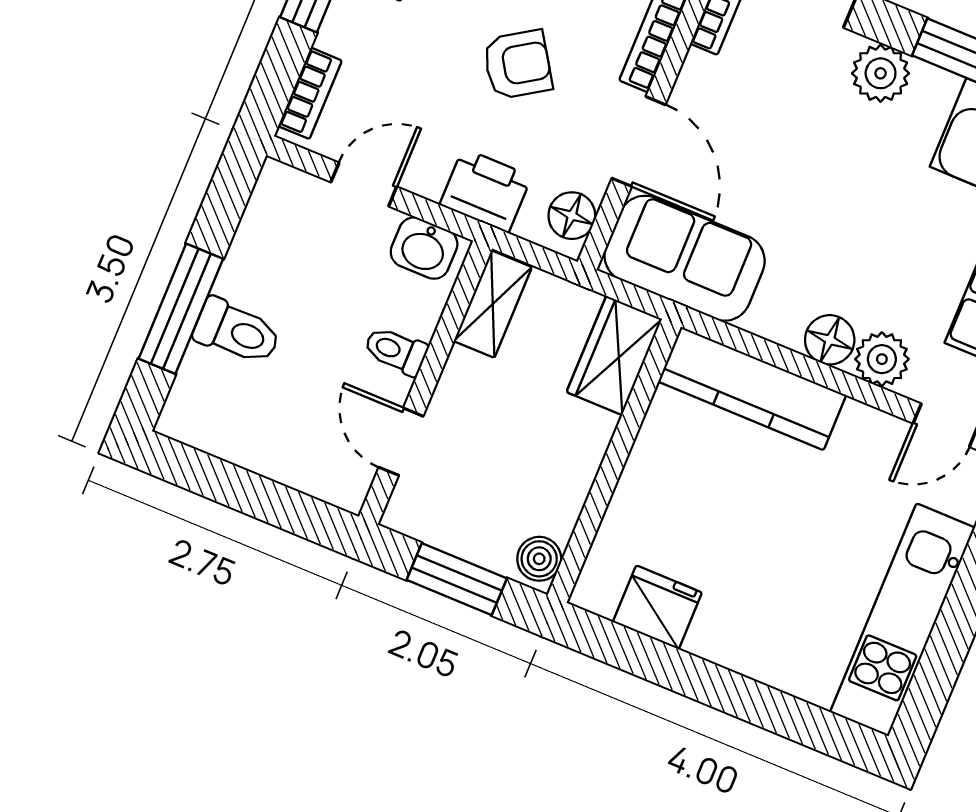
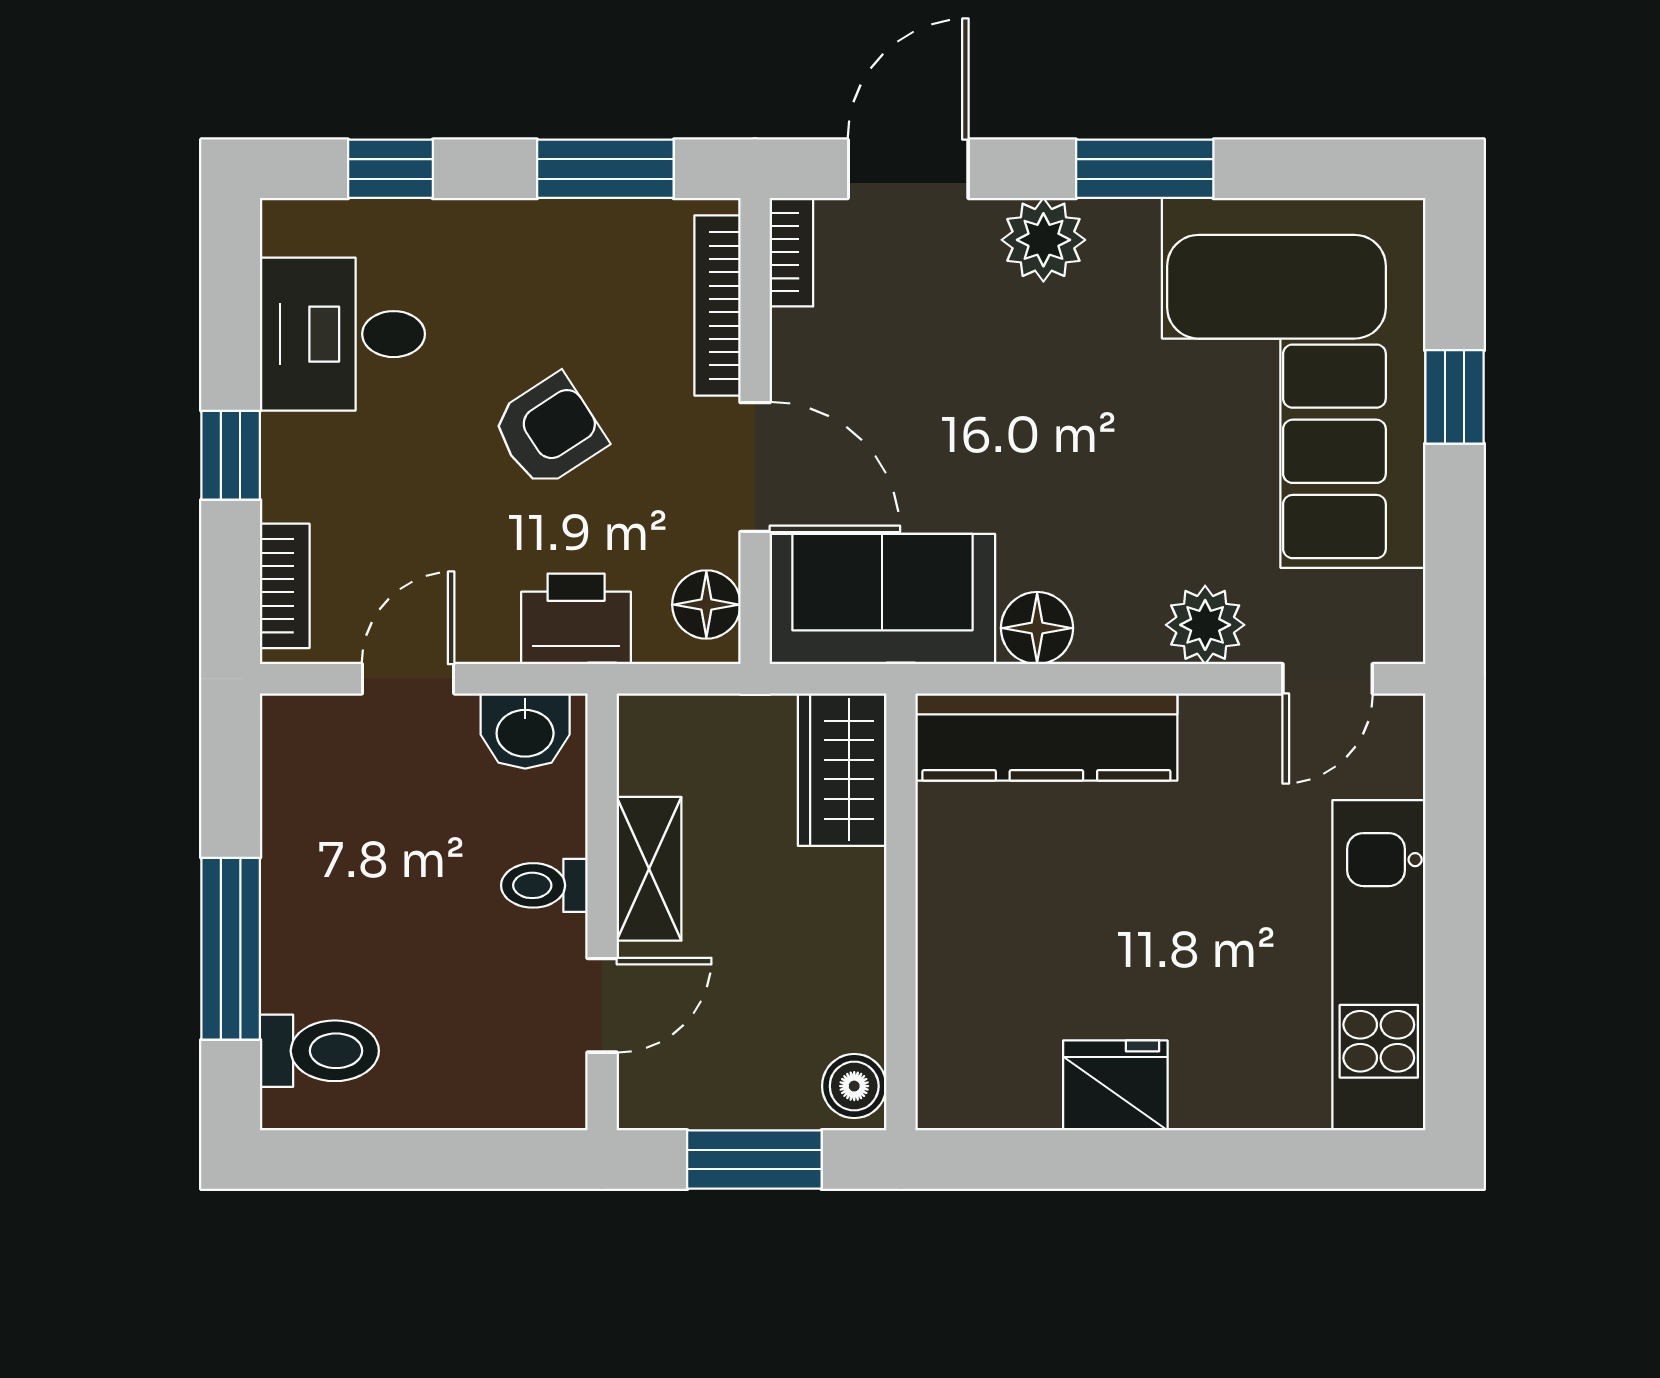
shelving: (493, 304) -> (649, 869), moved
toilet: (237, 332) -> (319, 1051), moved
floor lamp: (830, 340) -> (1037, 628), moved
door: (401, 442) -> (602, 1005), swing flipped
fridge: (657, 607) -> (1115, 1085), moved

